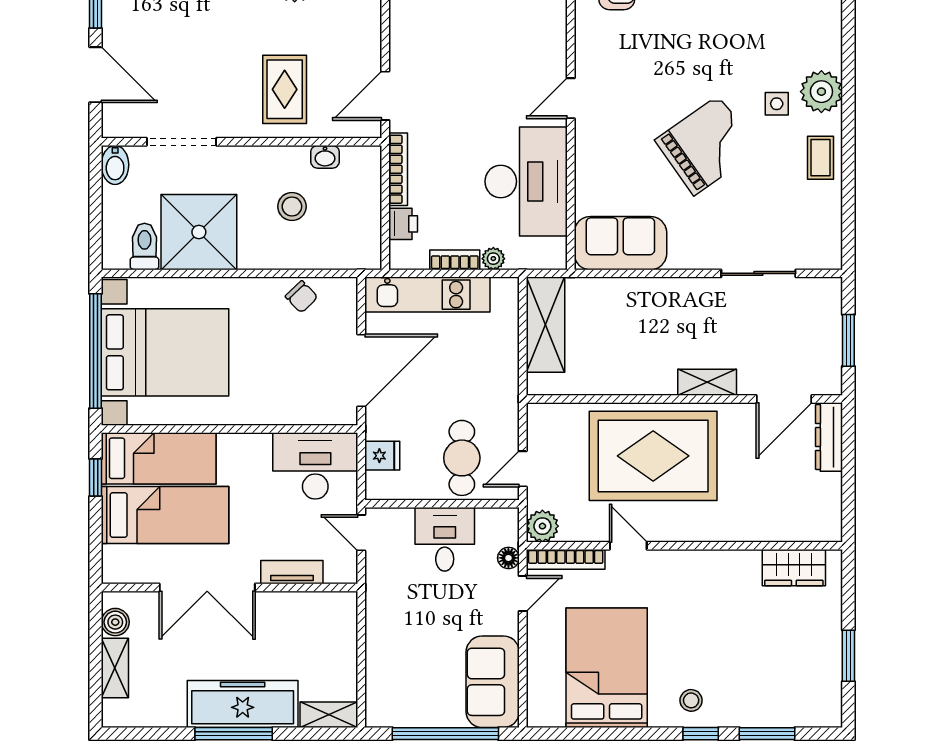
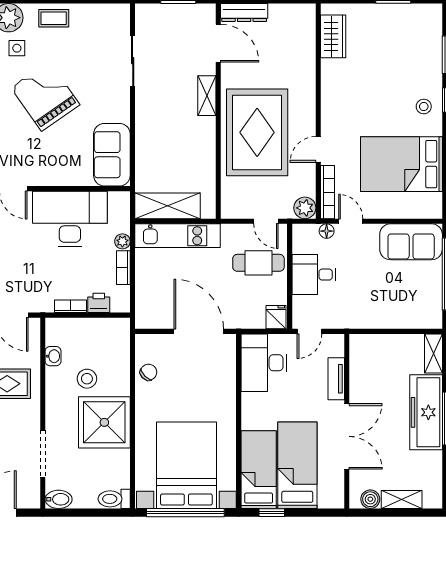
bookcase: (398, 169) -> (70, 306), width x0.64
shower: (199, 232) -> (104, 422), moved
toilet: (144, 246) -> (114, 499), moved
kitchen unit: (427, 295) -> (178, 236), moved, turned 90
fridge: (382, 456) -> (276, 317), moved

